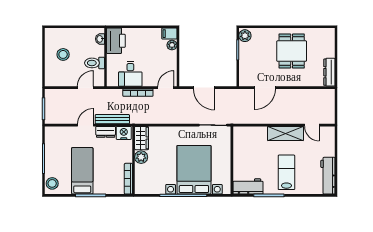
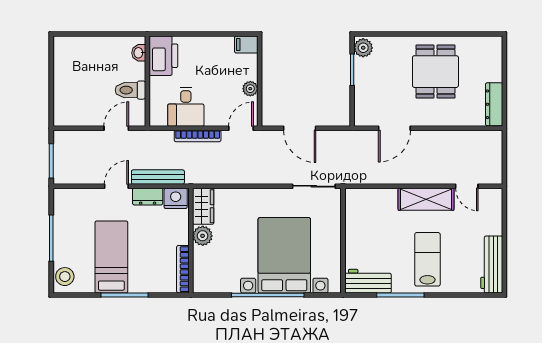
plant: (172, 45) -> (250, 89), moved
stool: (63, 54) -> (82, 77), removed

